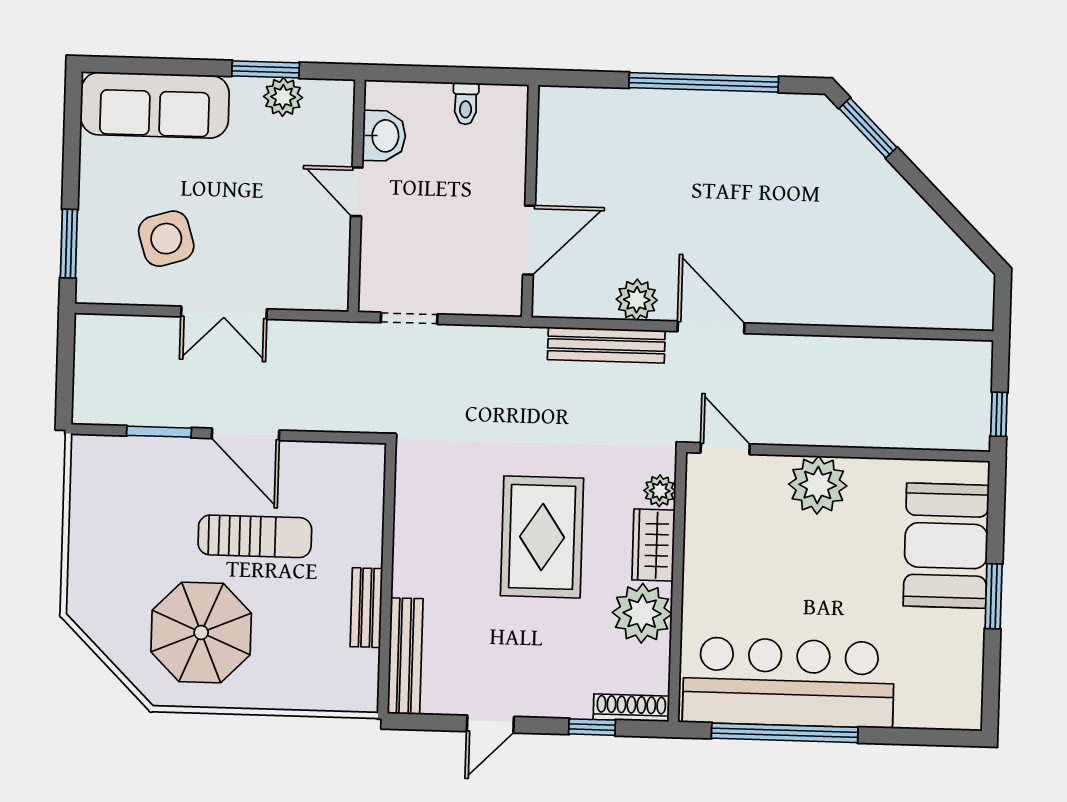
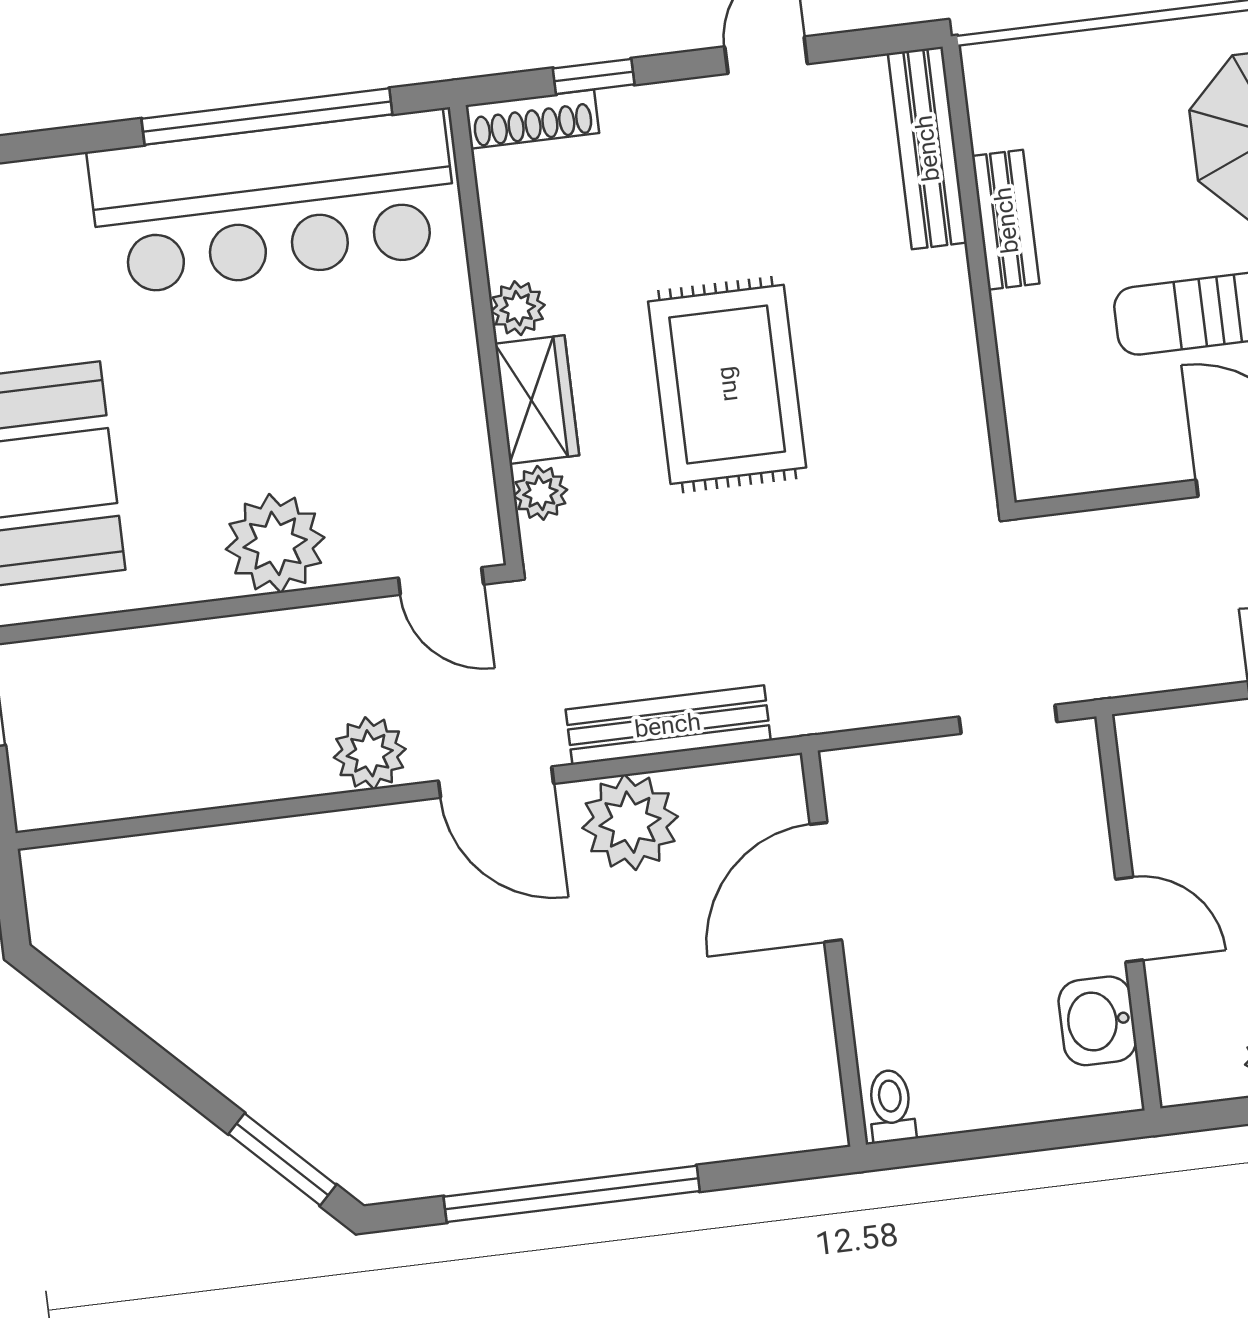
toilet: (466, 104) -> (891, 1106), moved
plant: (637, 300) -> (630, 822), width x1.36, depth x1.36
plant: (782, 355) -> (370, 753), added
plant: (642, 613) -> (518, 308), width x0.53, depth x0.53

